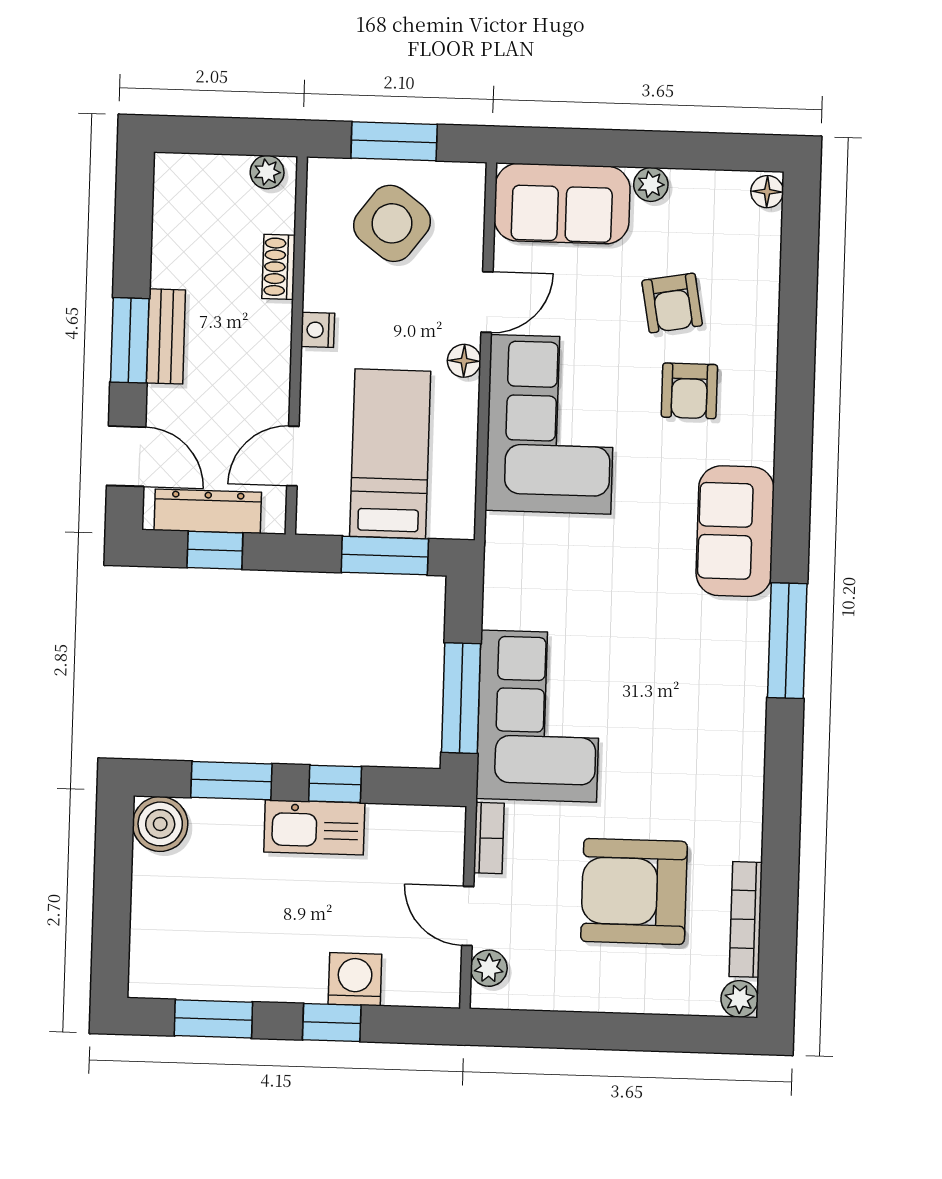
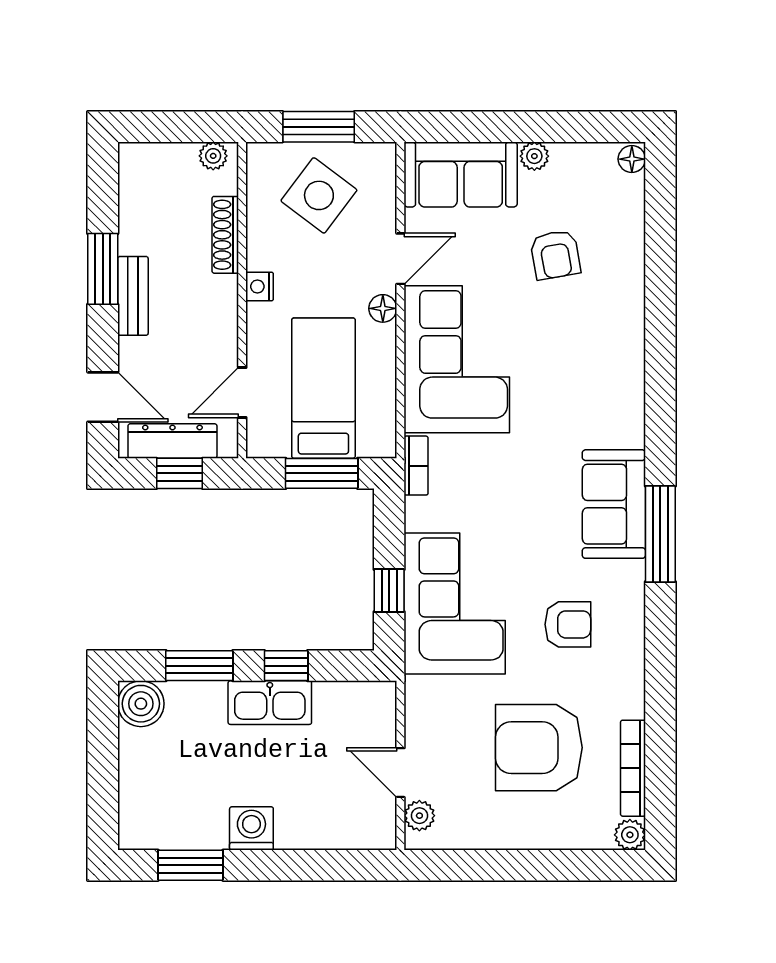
shoe rack: (279, 267) -> (225, 235), width x1.43
window: (130, 340) -> (103, 269), moved
armchair: (689, 391) -> (568, 624), moved, turned -90
sofa: (735, 531) -> (614, 504), moved
window: (461, 698) -> (389, 591), width x0.46
bookcase: (489, 838) -> (416, 466), moved
washing machine: (355, 979) -> (251, 828), moved
window: (332, 1023) -> (290, 865), removed

